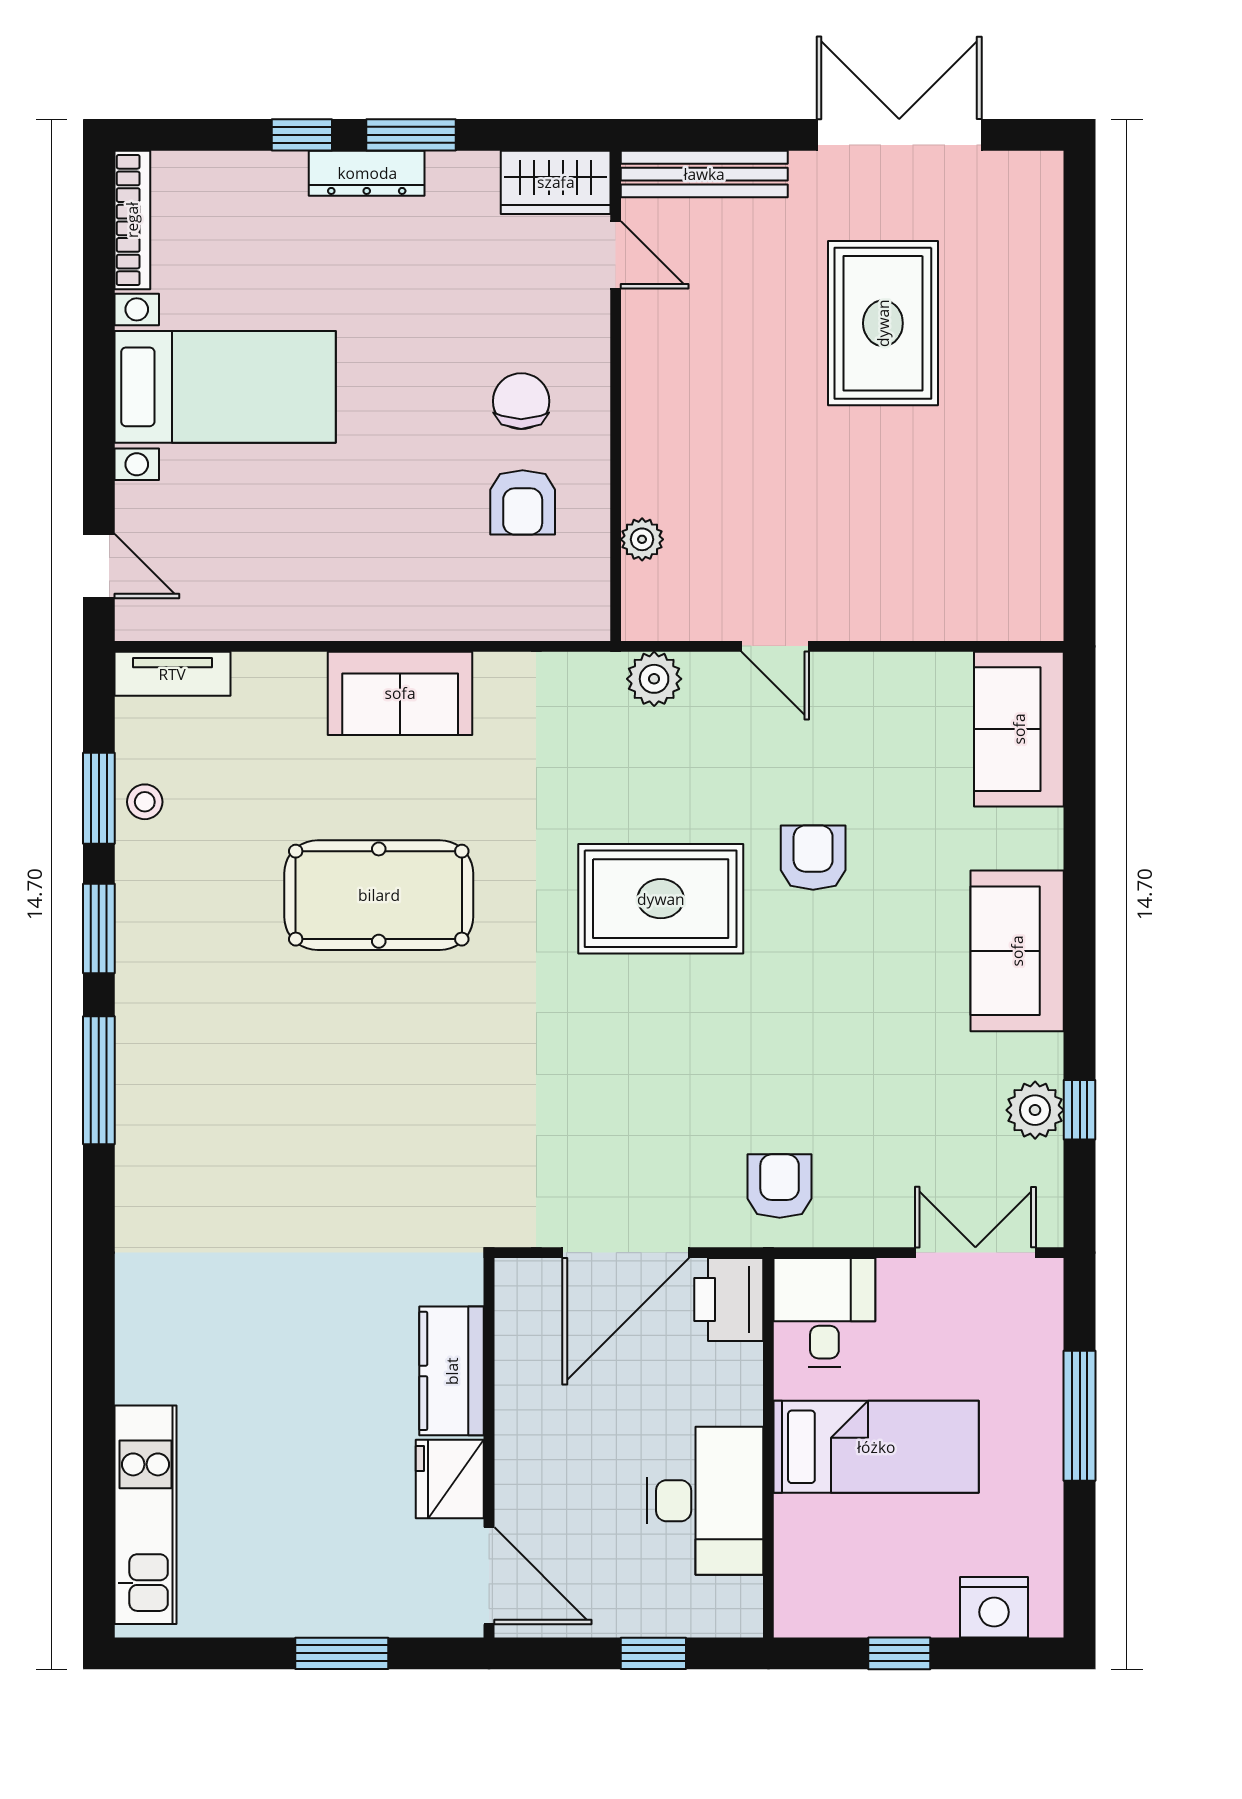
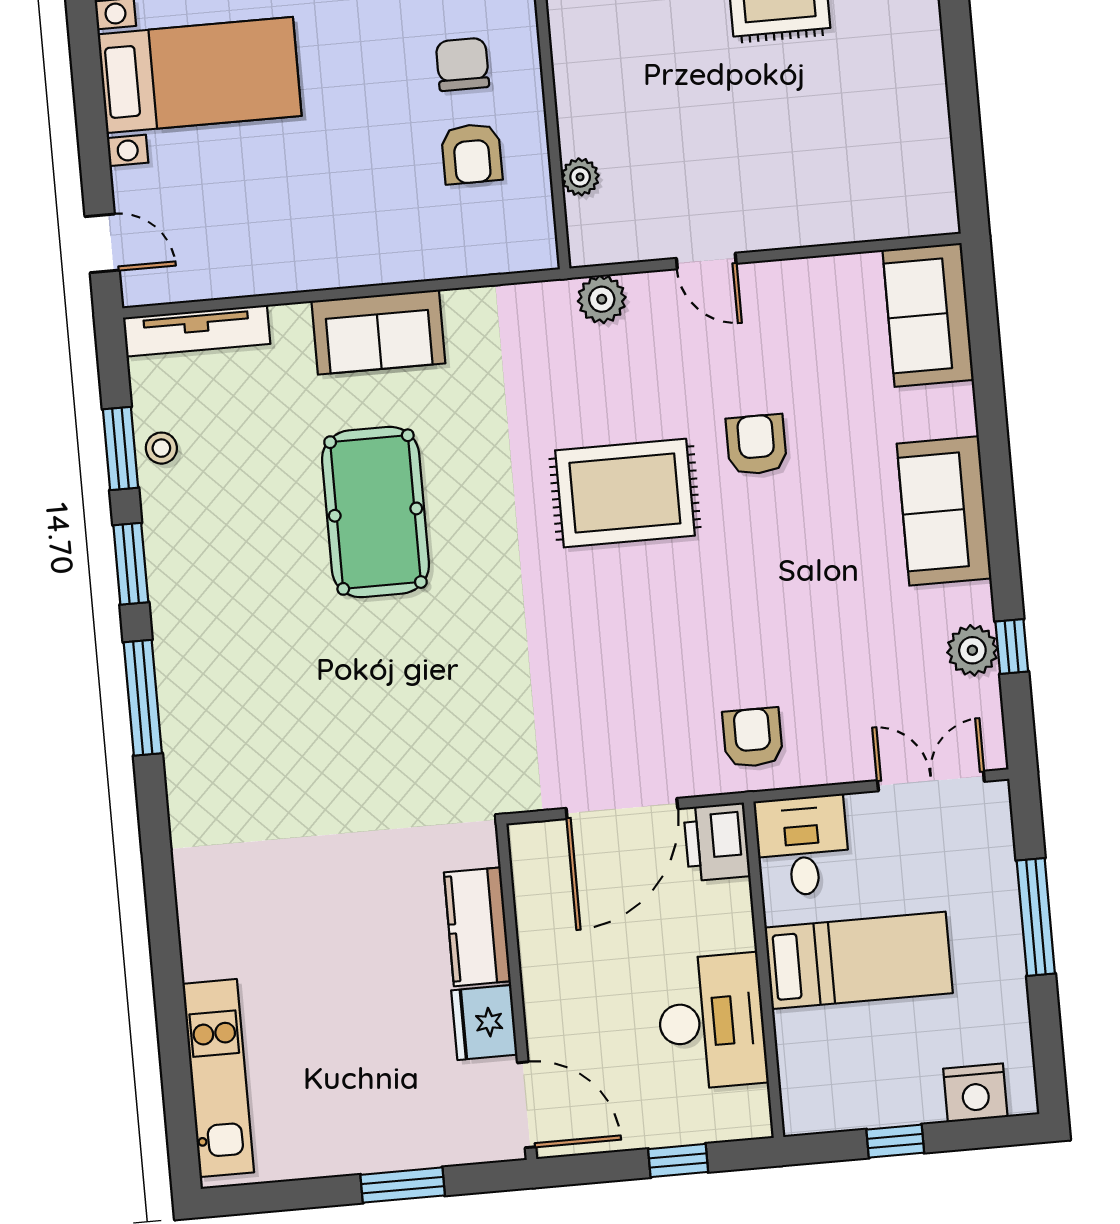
tv unit: (172, 674) -> (197, 331), width x1.41
pool table: (379, 895) -> (376, 512), turned 90

